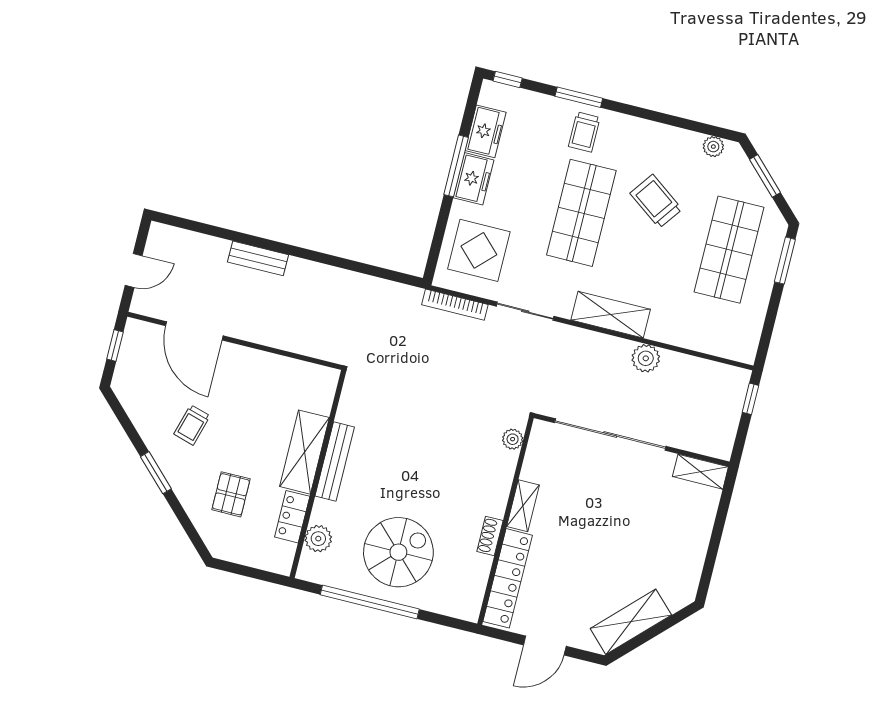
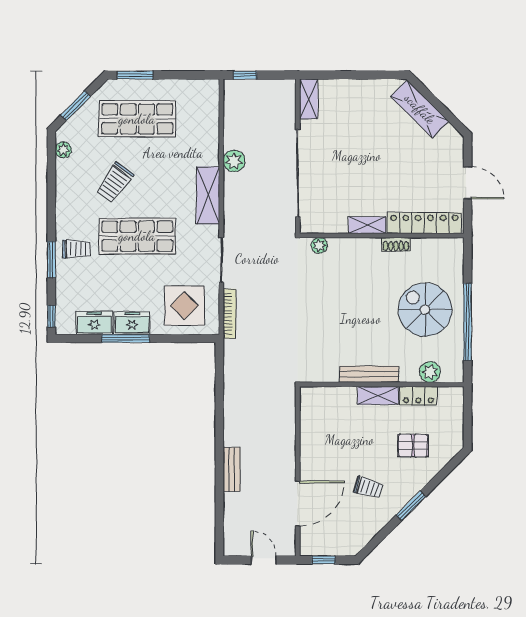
shelving: (304, 452) -> (378, 395), width x0.67, depth x0.75
shelving: (631, 622) -> (420, 109), moved

